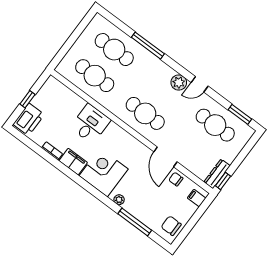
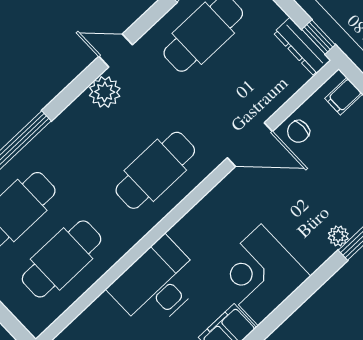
door: (200, 84) -> (116, 51), swing flipped
desk: (90, 124) -> (157, 284), width x1.37
plant: (119, 200) -> (338, 236), moved

